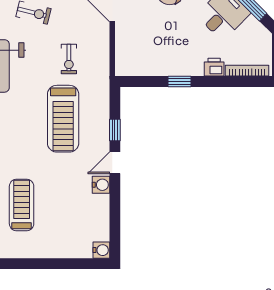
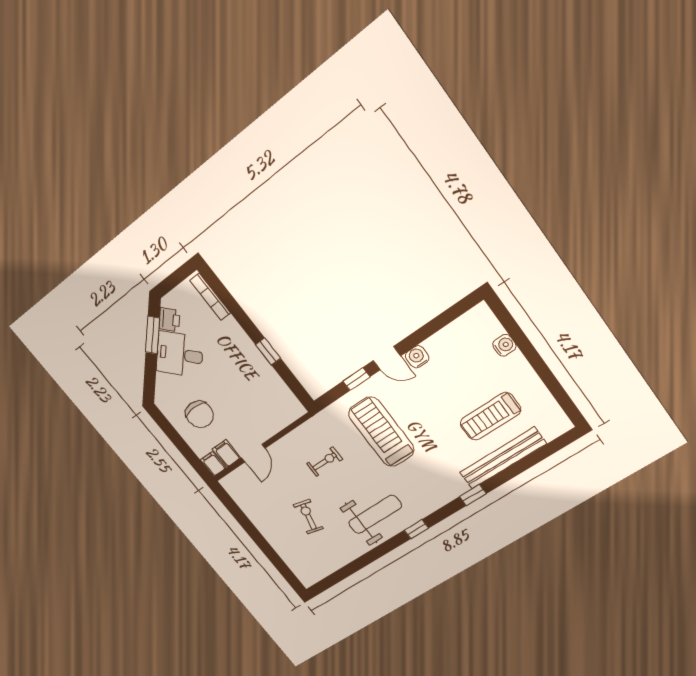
printer: (214, 67) -> (169, 320), moved, turned -135
treadmill: (63, 119) -> (381, 432), turned -90
water cooler: (101, 250) -> (504, 345), moved, turned 90

